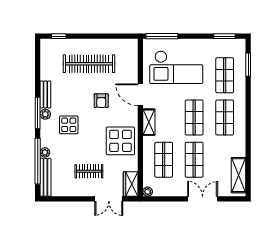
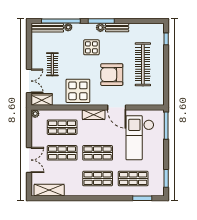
door: (140, 95) -> (117, 108), swing flipped
armchair: (101, 101) -> (112, 75), width x1.88, depth x1.88
double door: (109, 199) -> (29, 81), swing flipped

